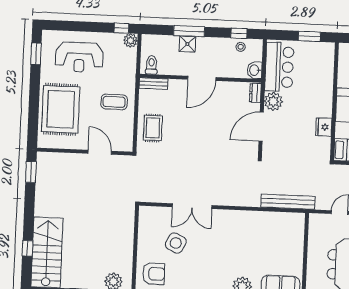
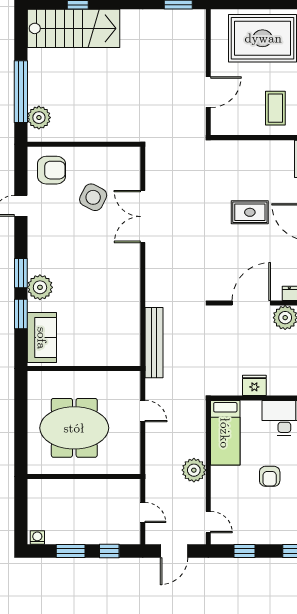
door: (261, 127) -> (251, 303), hinge flipped
rug: (153, 128) -> (250, 212), moved
armchair: (154, 274) -> (51, 170), turned -90

